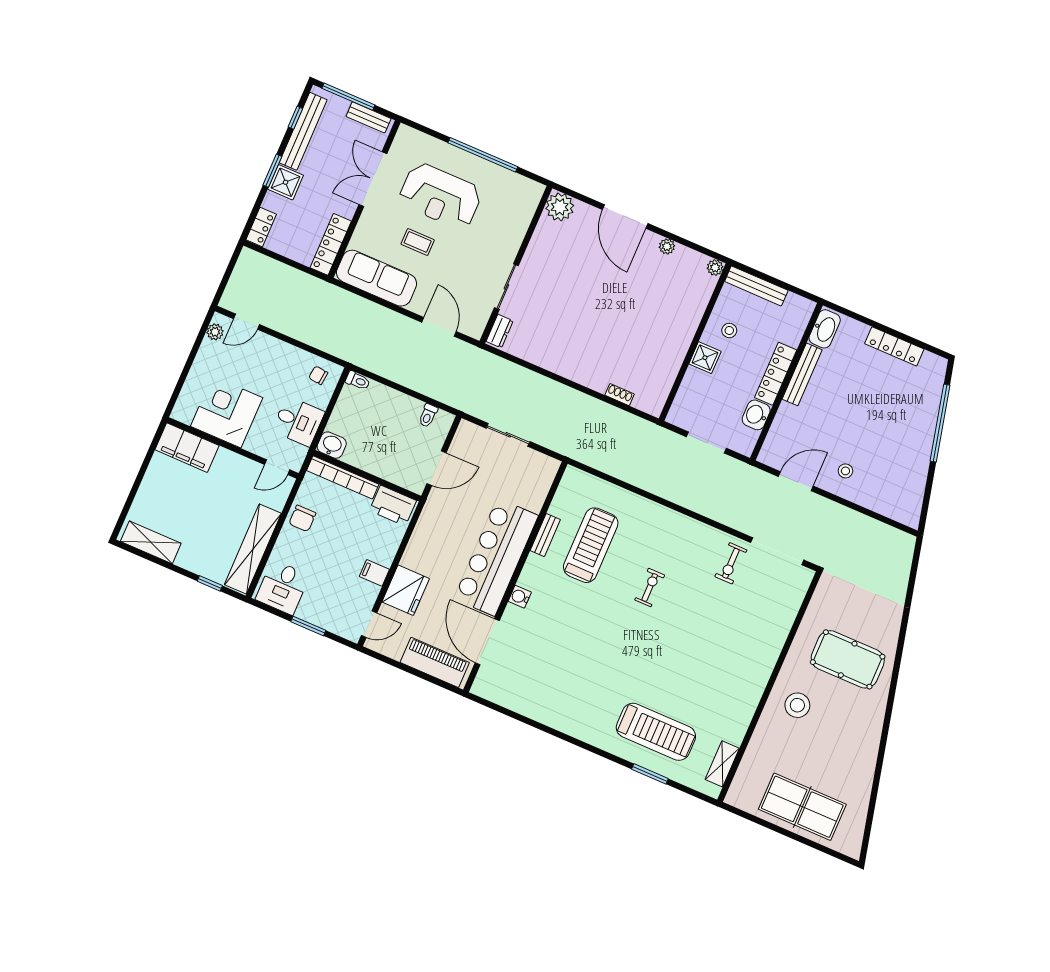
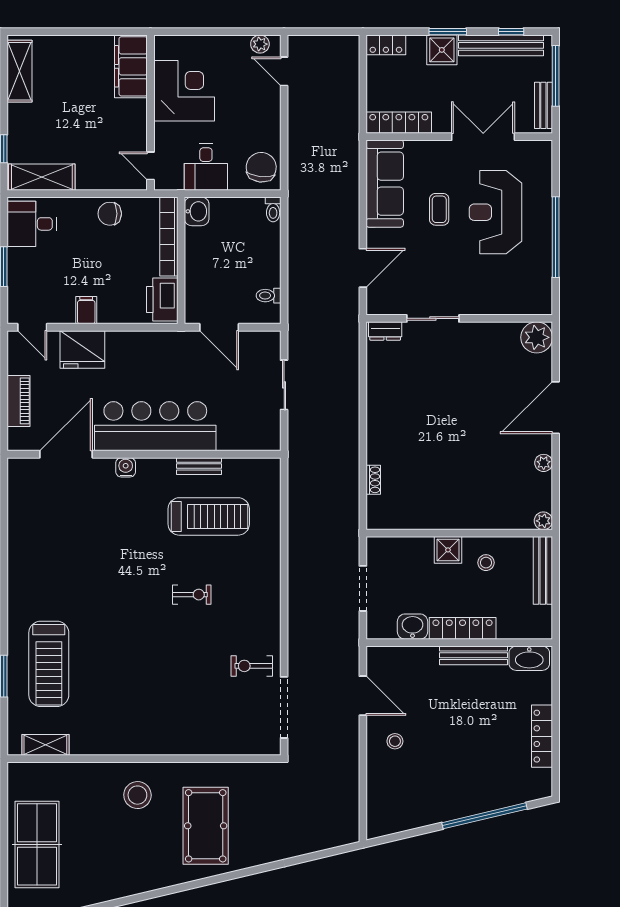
chair: (318, 375) -> (261, 167), width x1.87, depth x1.87
shelving: (253, 549) -> (42, 177), width x0.68
piano: (435, 662) -> (18, 401), width x0.73, depth x0.75

